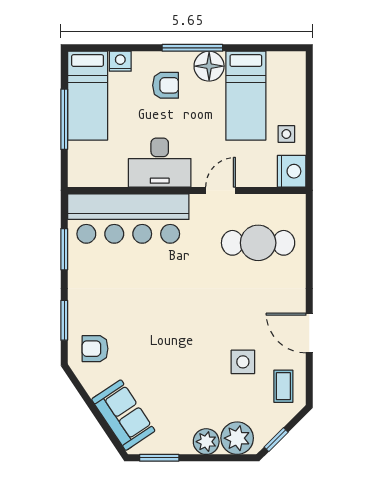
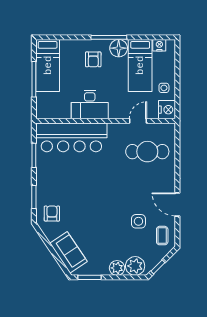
nightstand: (120, 61) -> (159, 45), moved
armchair: (166, 85) -> (93, 59), turned 90
door: (221, 190) -> (138, 121), moved
armchair: (95, 349) -> (52, 214), turned 90

